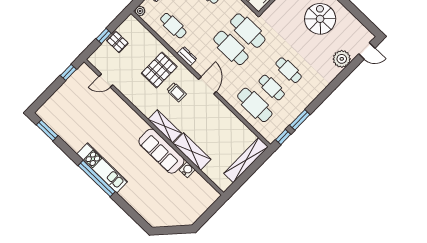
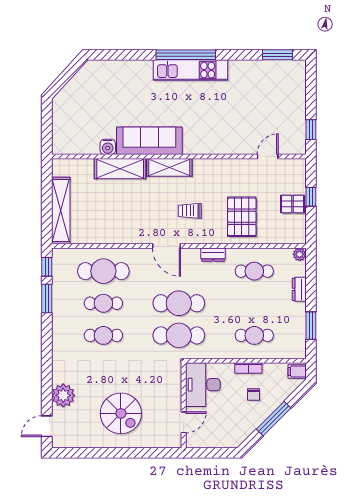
pallet: (159, 70) -> (242, 217), moved

